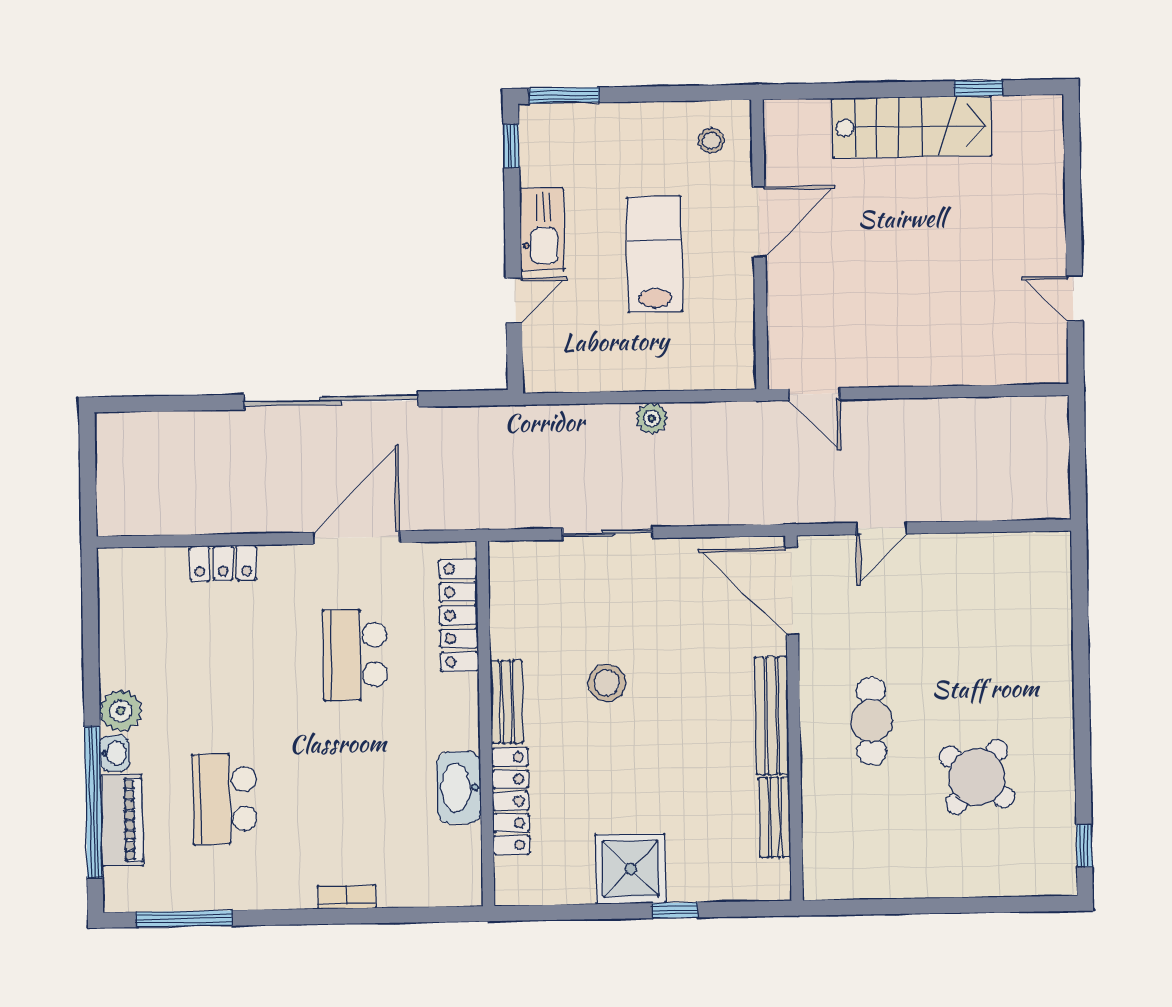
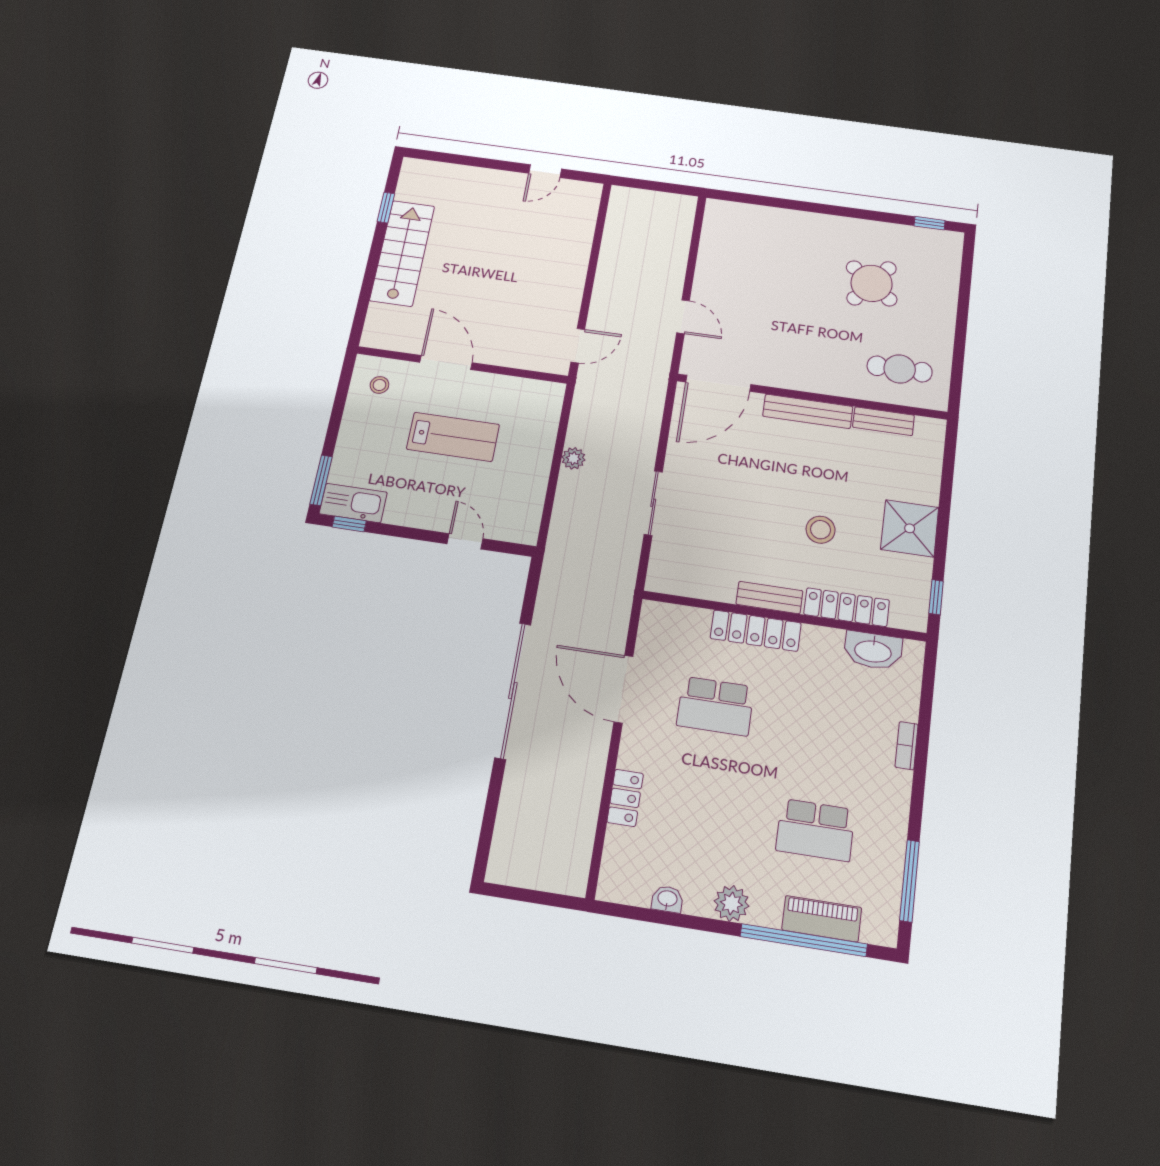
kitchen sink: (542, 229) -> (353, 503), moved
lab bench: (654, 254) -> (453, 437), turned 180
locker: (459, 615) -> (756, 631), moved
stool: (607, 683) -> (821, 530), moved
cafe table: (871, 721) -> (900, 369), moved
washbasin: (115, 753) -> (667, 899), moved
washbasin: (459, 788) -> (873, 651), moved
window: (675, 910) -> (936, 597), moved

